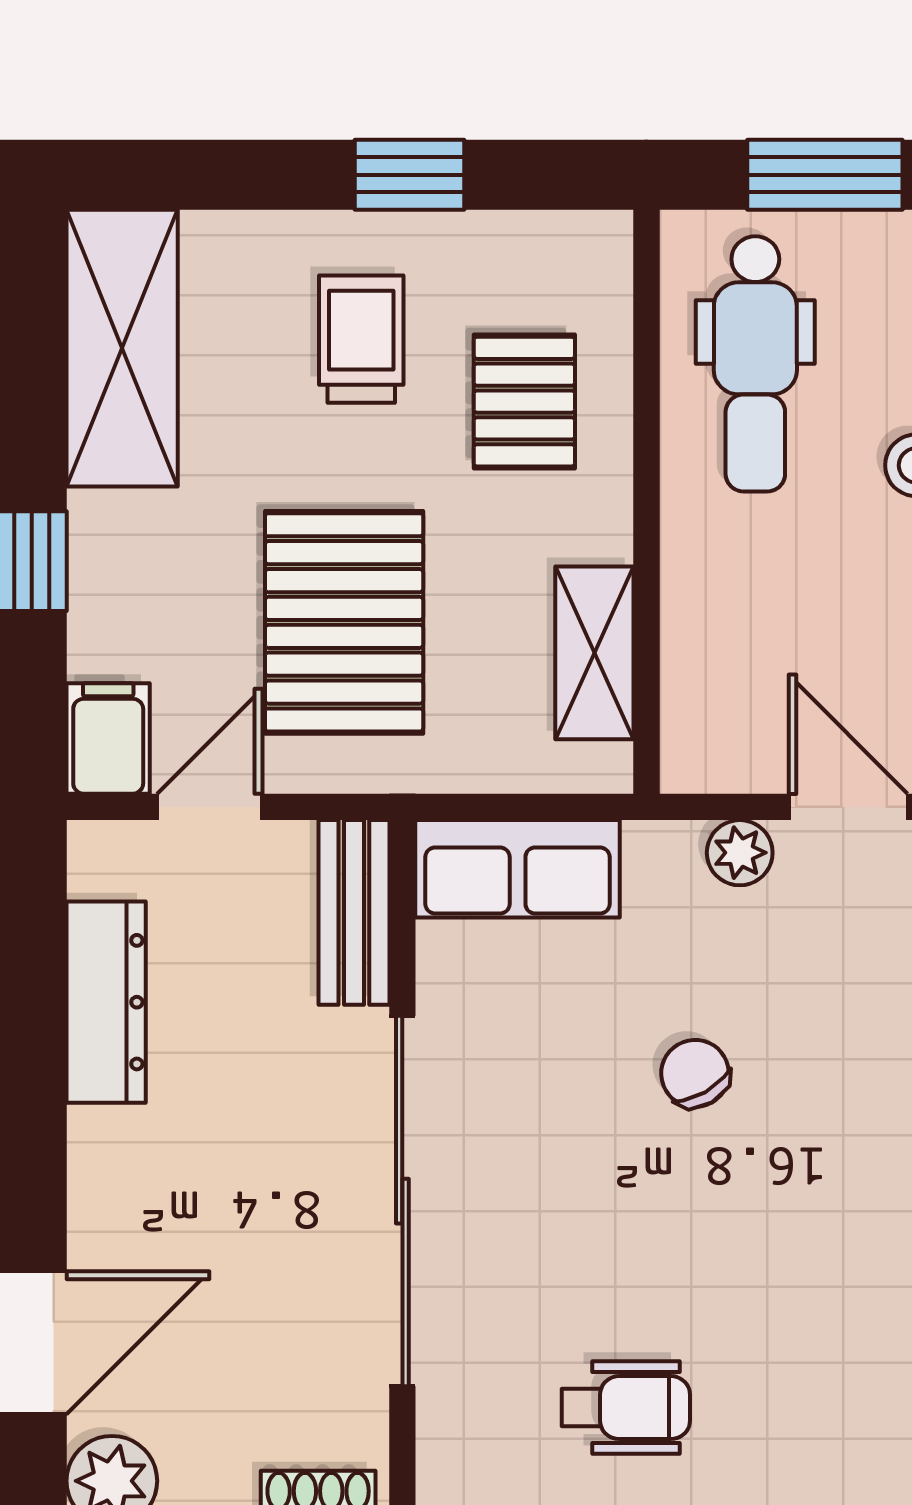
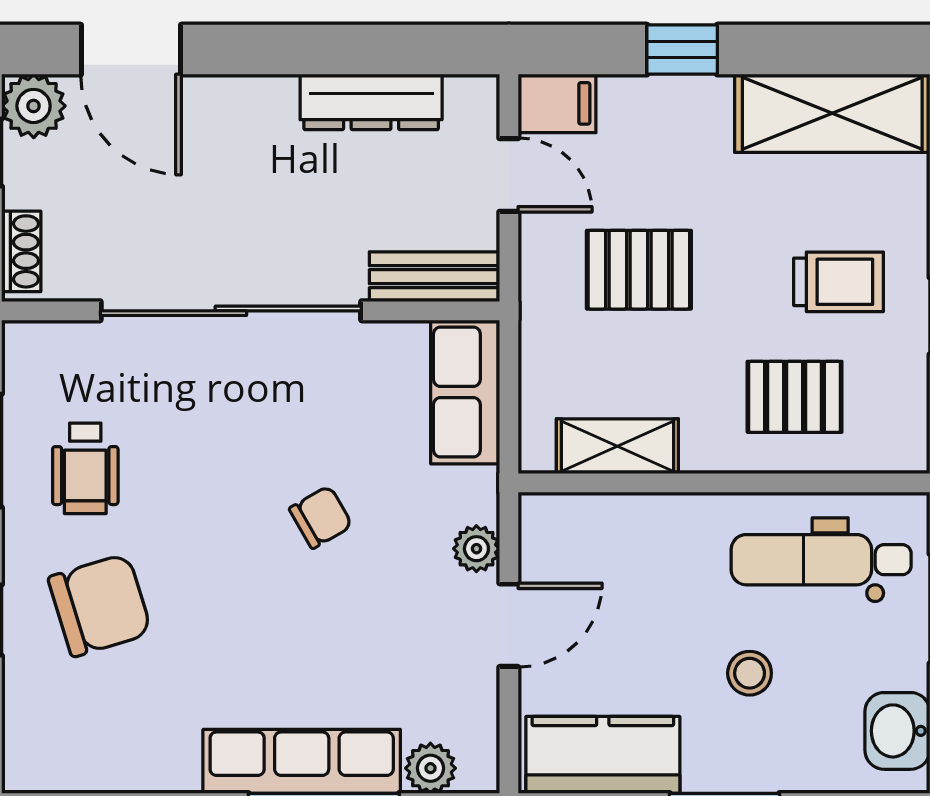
pallet: (344, 622) -> (639, 270), width x0.67, depth x0.71
chair: (820, 1387) -> (100, 605), added

